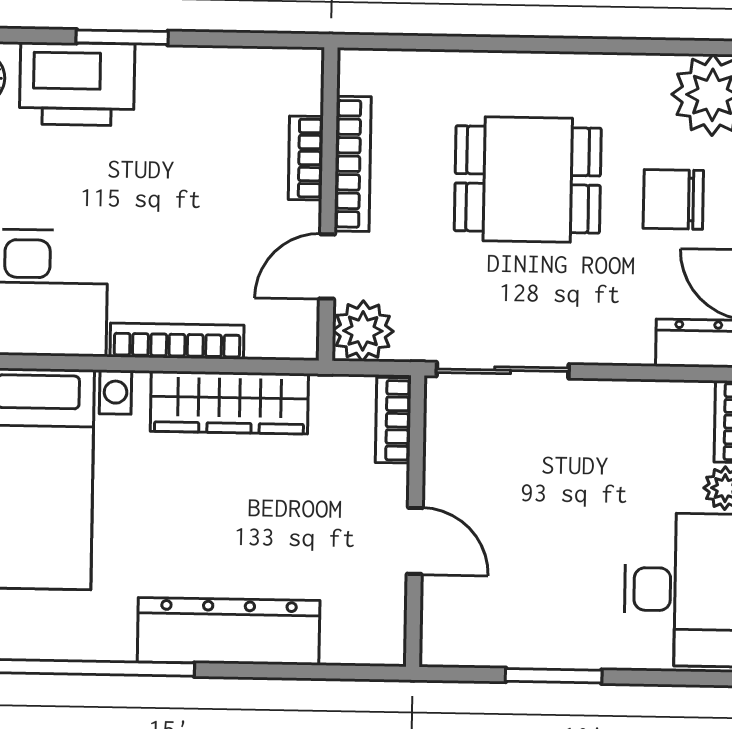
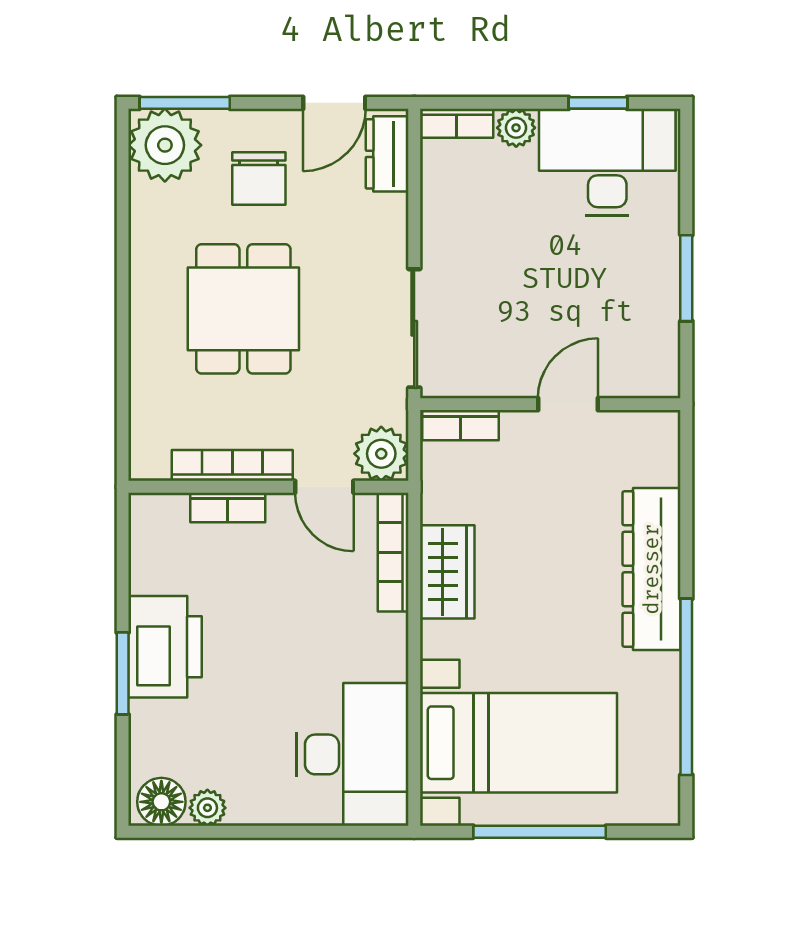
printer: (77, 84) -> (165, 647), moved
bookcase: (177, 341) -> (393, 552), moved
wardrobe: (229, 402) -> (447, 572), width x0.67

